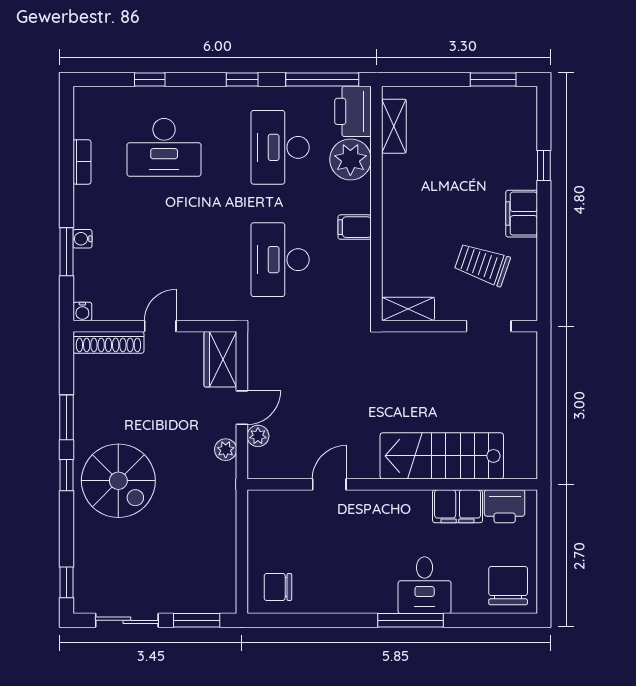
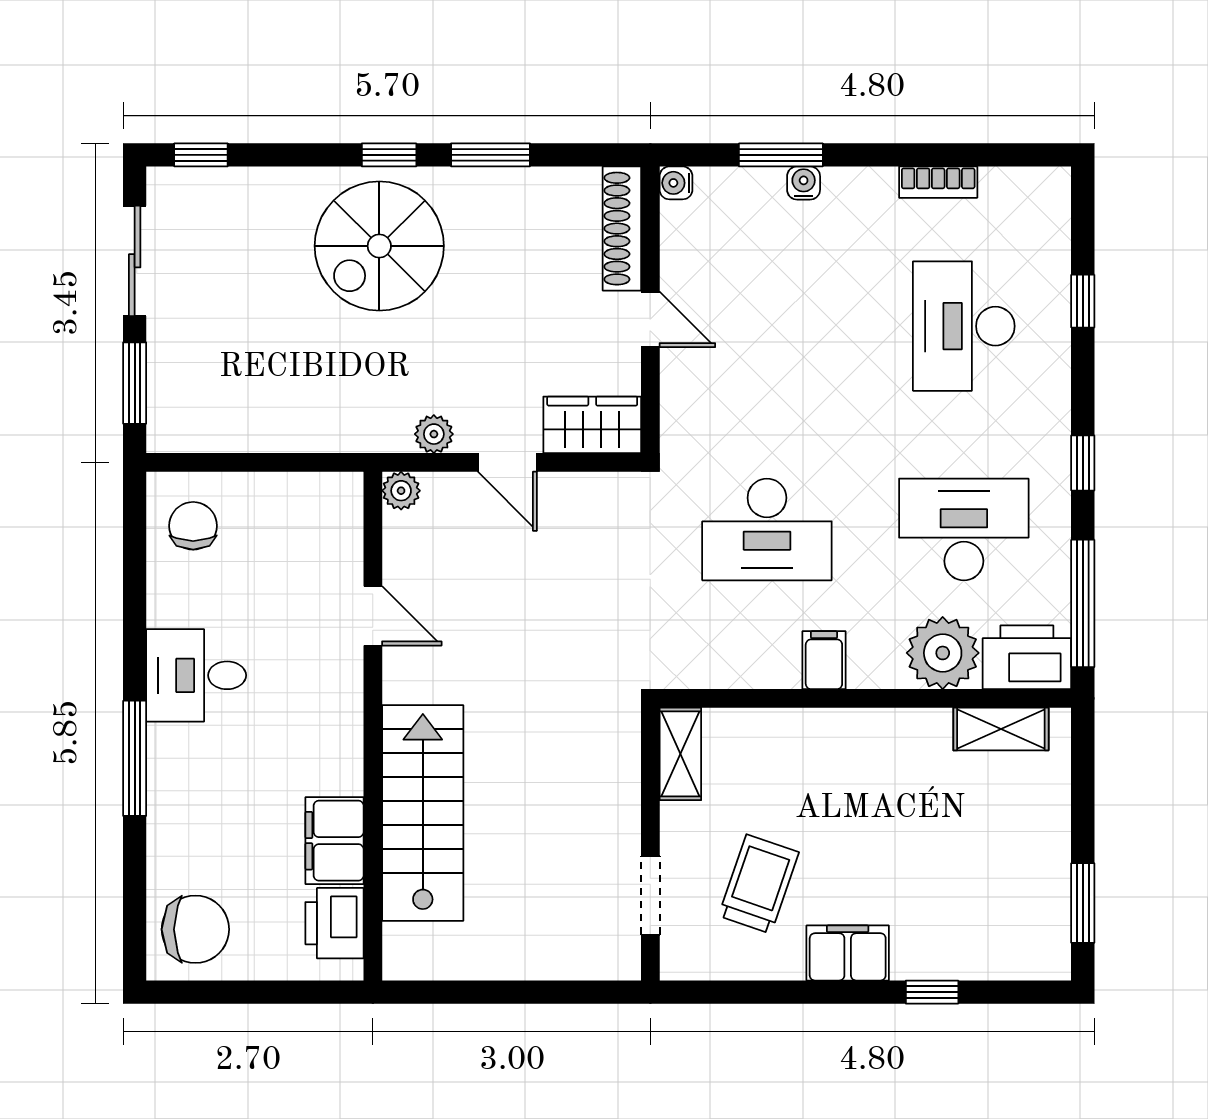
desk: (280, 260) -> (767, 529), turned 180
plant: (258, 436) -> (401, 491), moved
desk: (425, 585) -> (196, 675), moved

